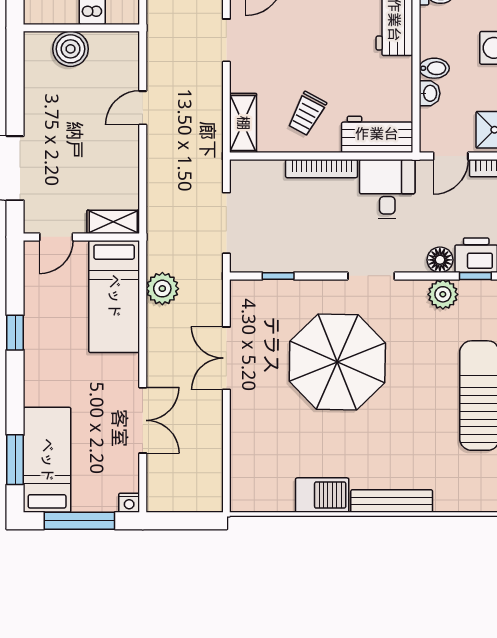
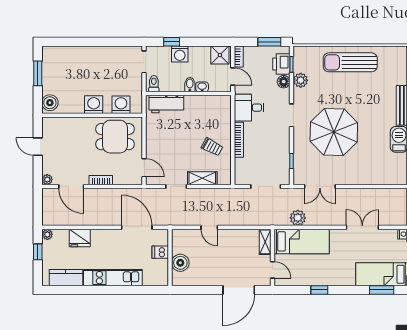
shelving: (243, 123) -> (202, 178), moved
workbench: (377, 134) -> (222, 113), removed
double door: (226, 358) -> (320, 186), moved

